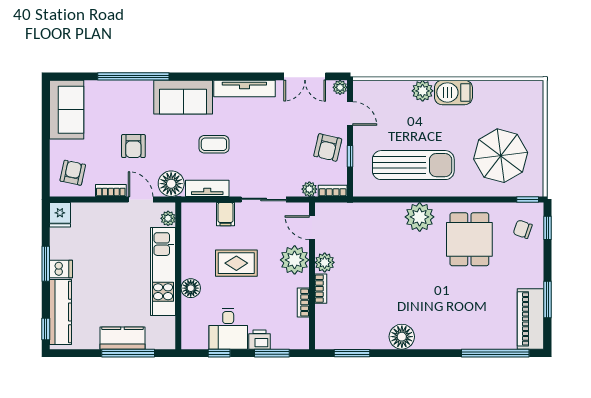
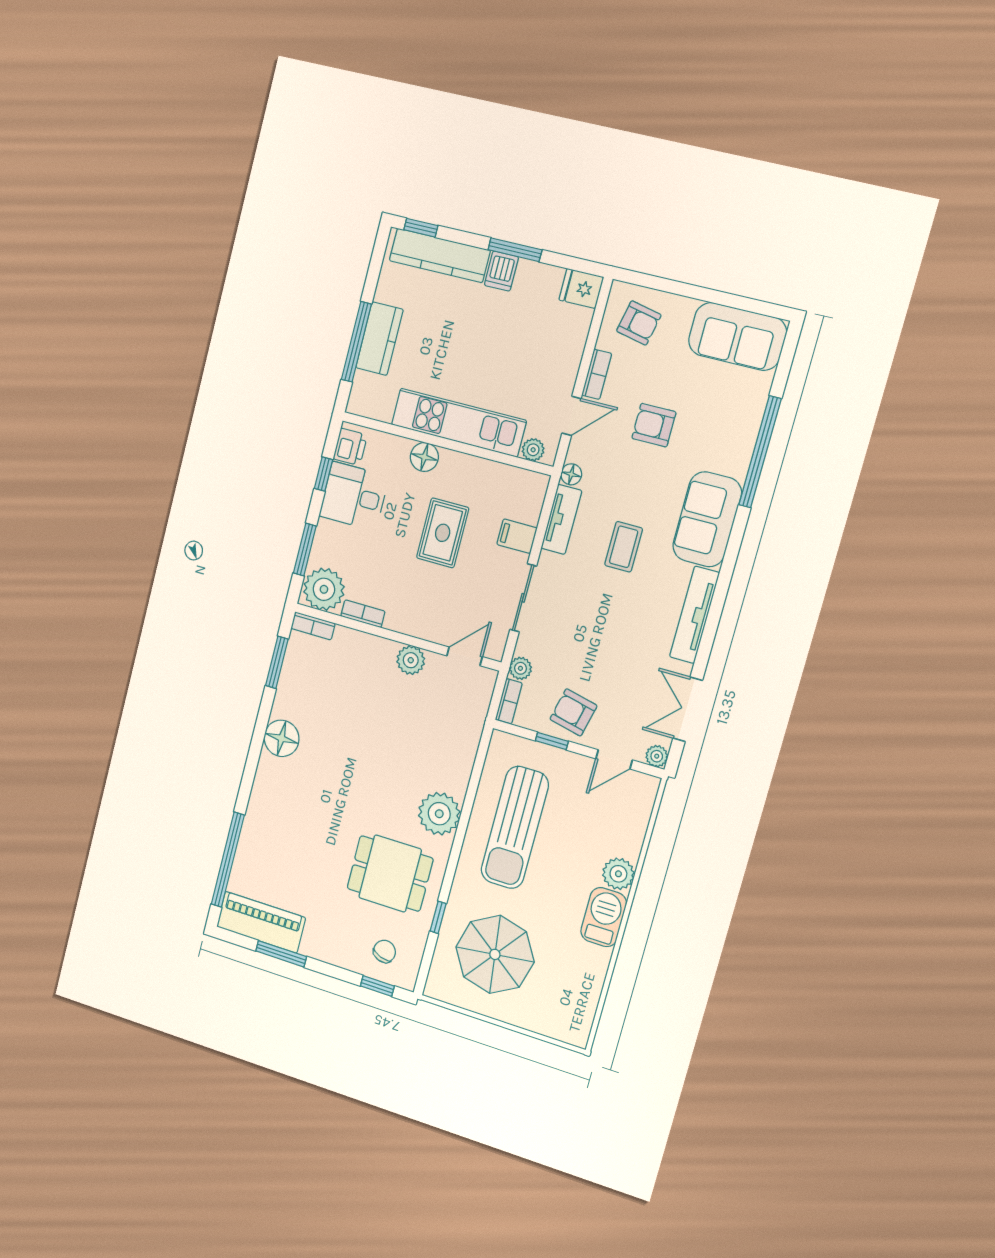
floor lamp: (171, 184) -> (571, 474), width x0.53, depth x0.53
window: (528, 199) -> (438, 917), moved
plant: (295, 260) -> (324, 589), moved
bookcase: (321, 289) -> (313, 626), moved
printer: (259, 340) -> (350, 447), moved

